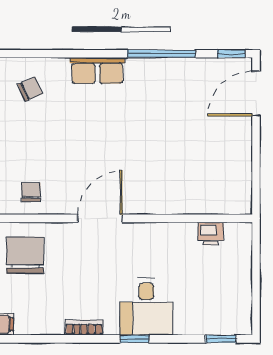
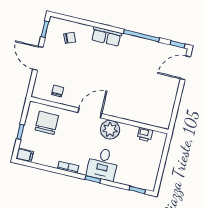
plant: (145, 240) -> (110, 130), added

